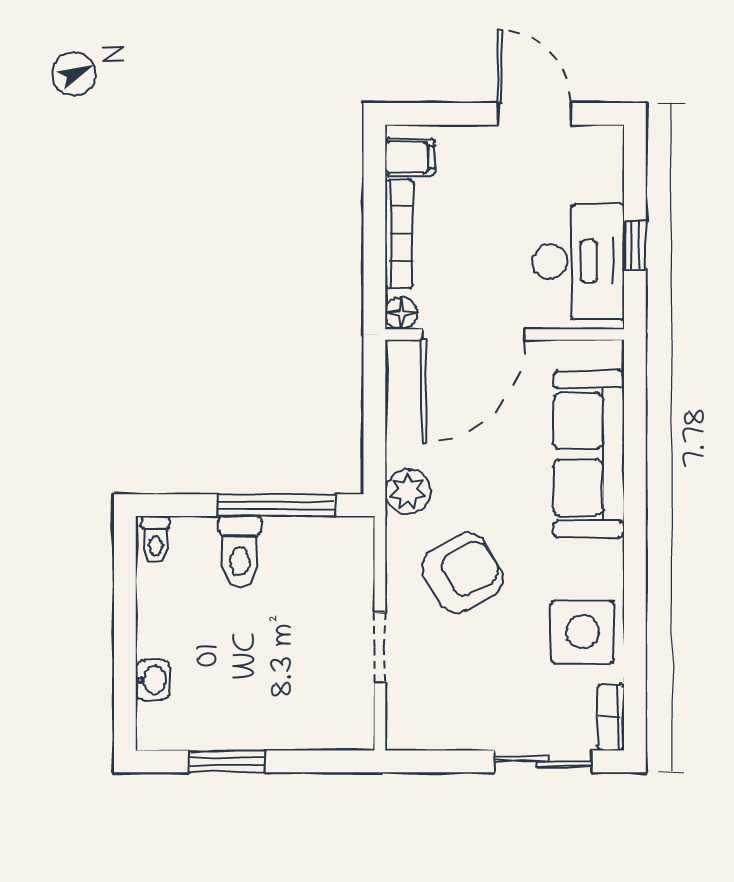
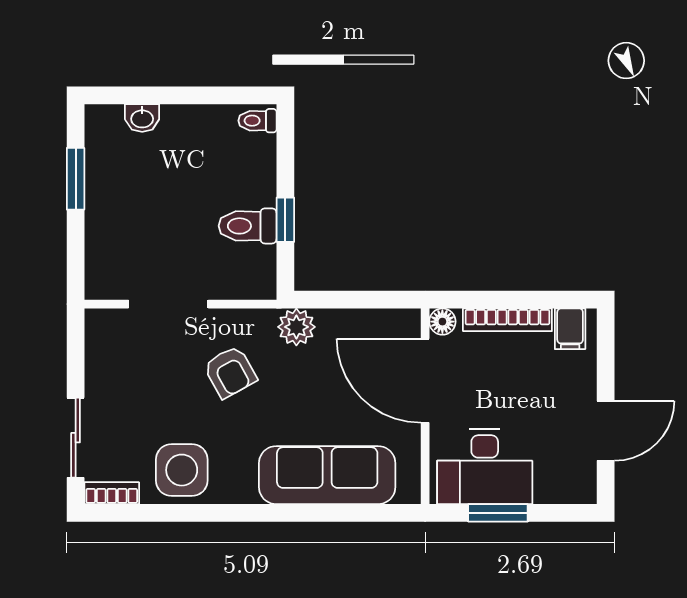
window: (635, 245) -> (498, 513), width x1.50
window: (277, 505) -> (285, 220), width x0.46
toilet: (240, 551) -> (248, 226), moved
armchair: (463, 573) -> (230, 372), width x0.72, depth x0.72
doorway: (380, 648) -> (168, 304), width x1.38

